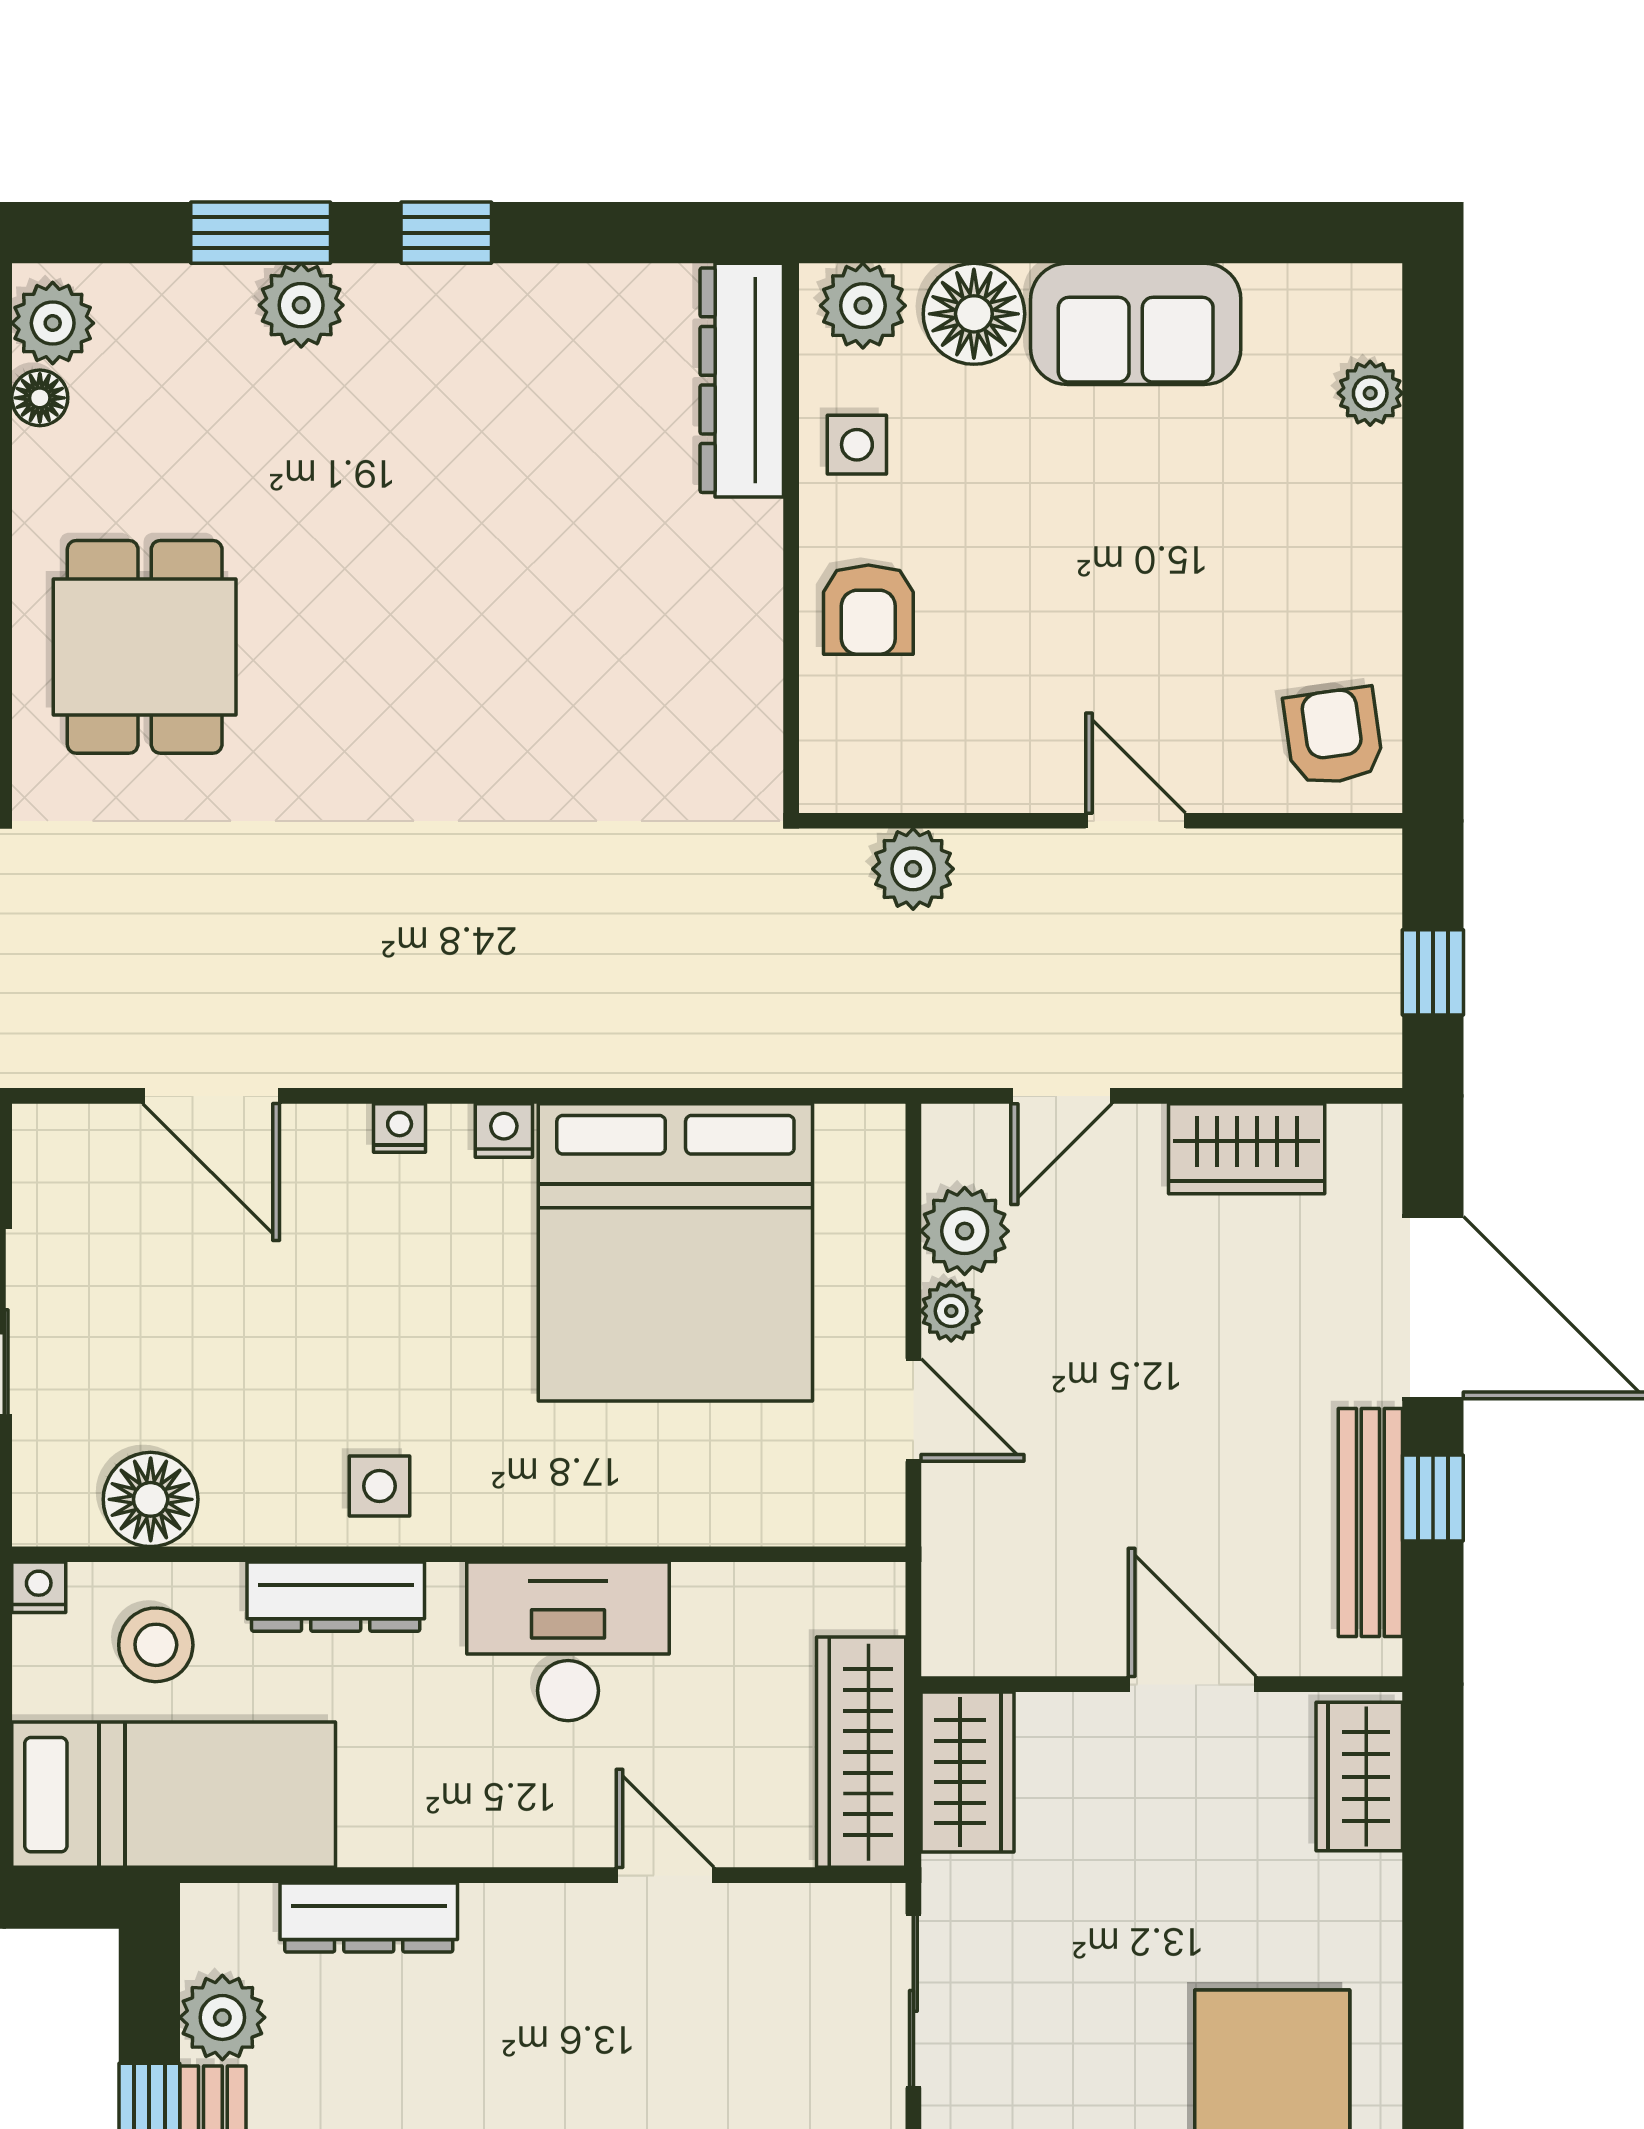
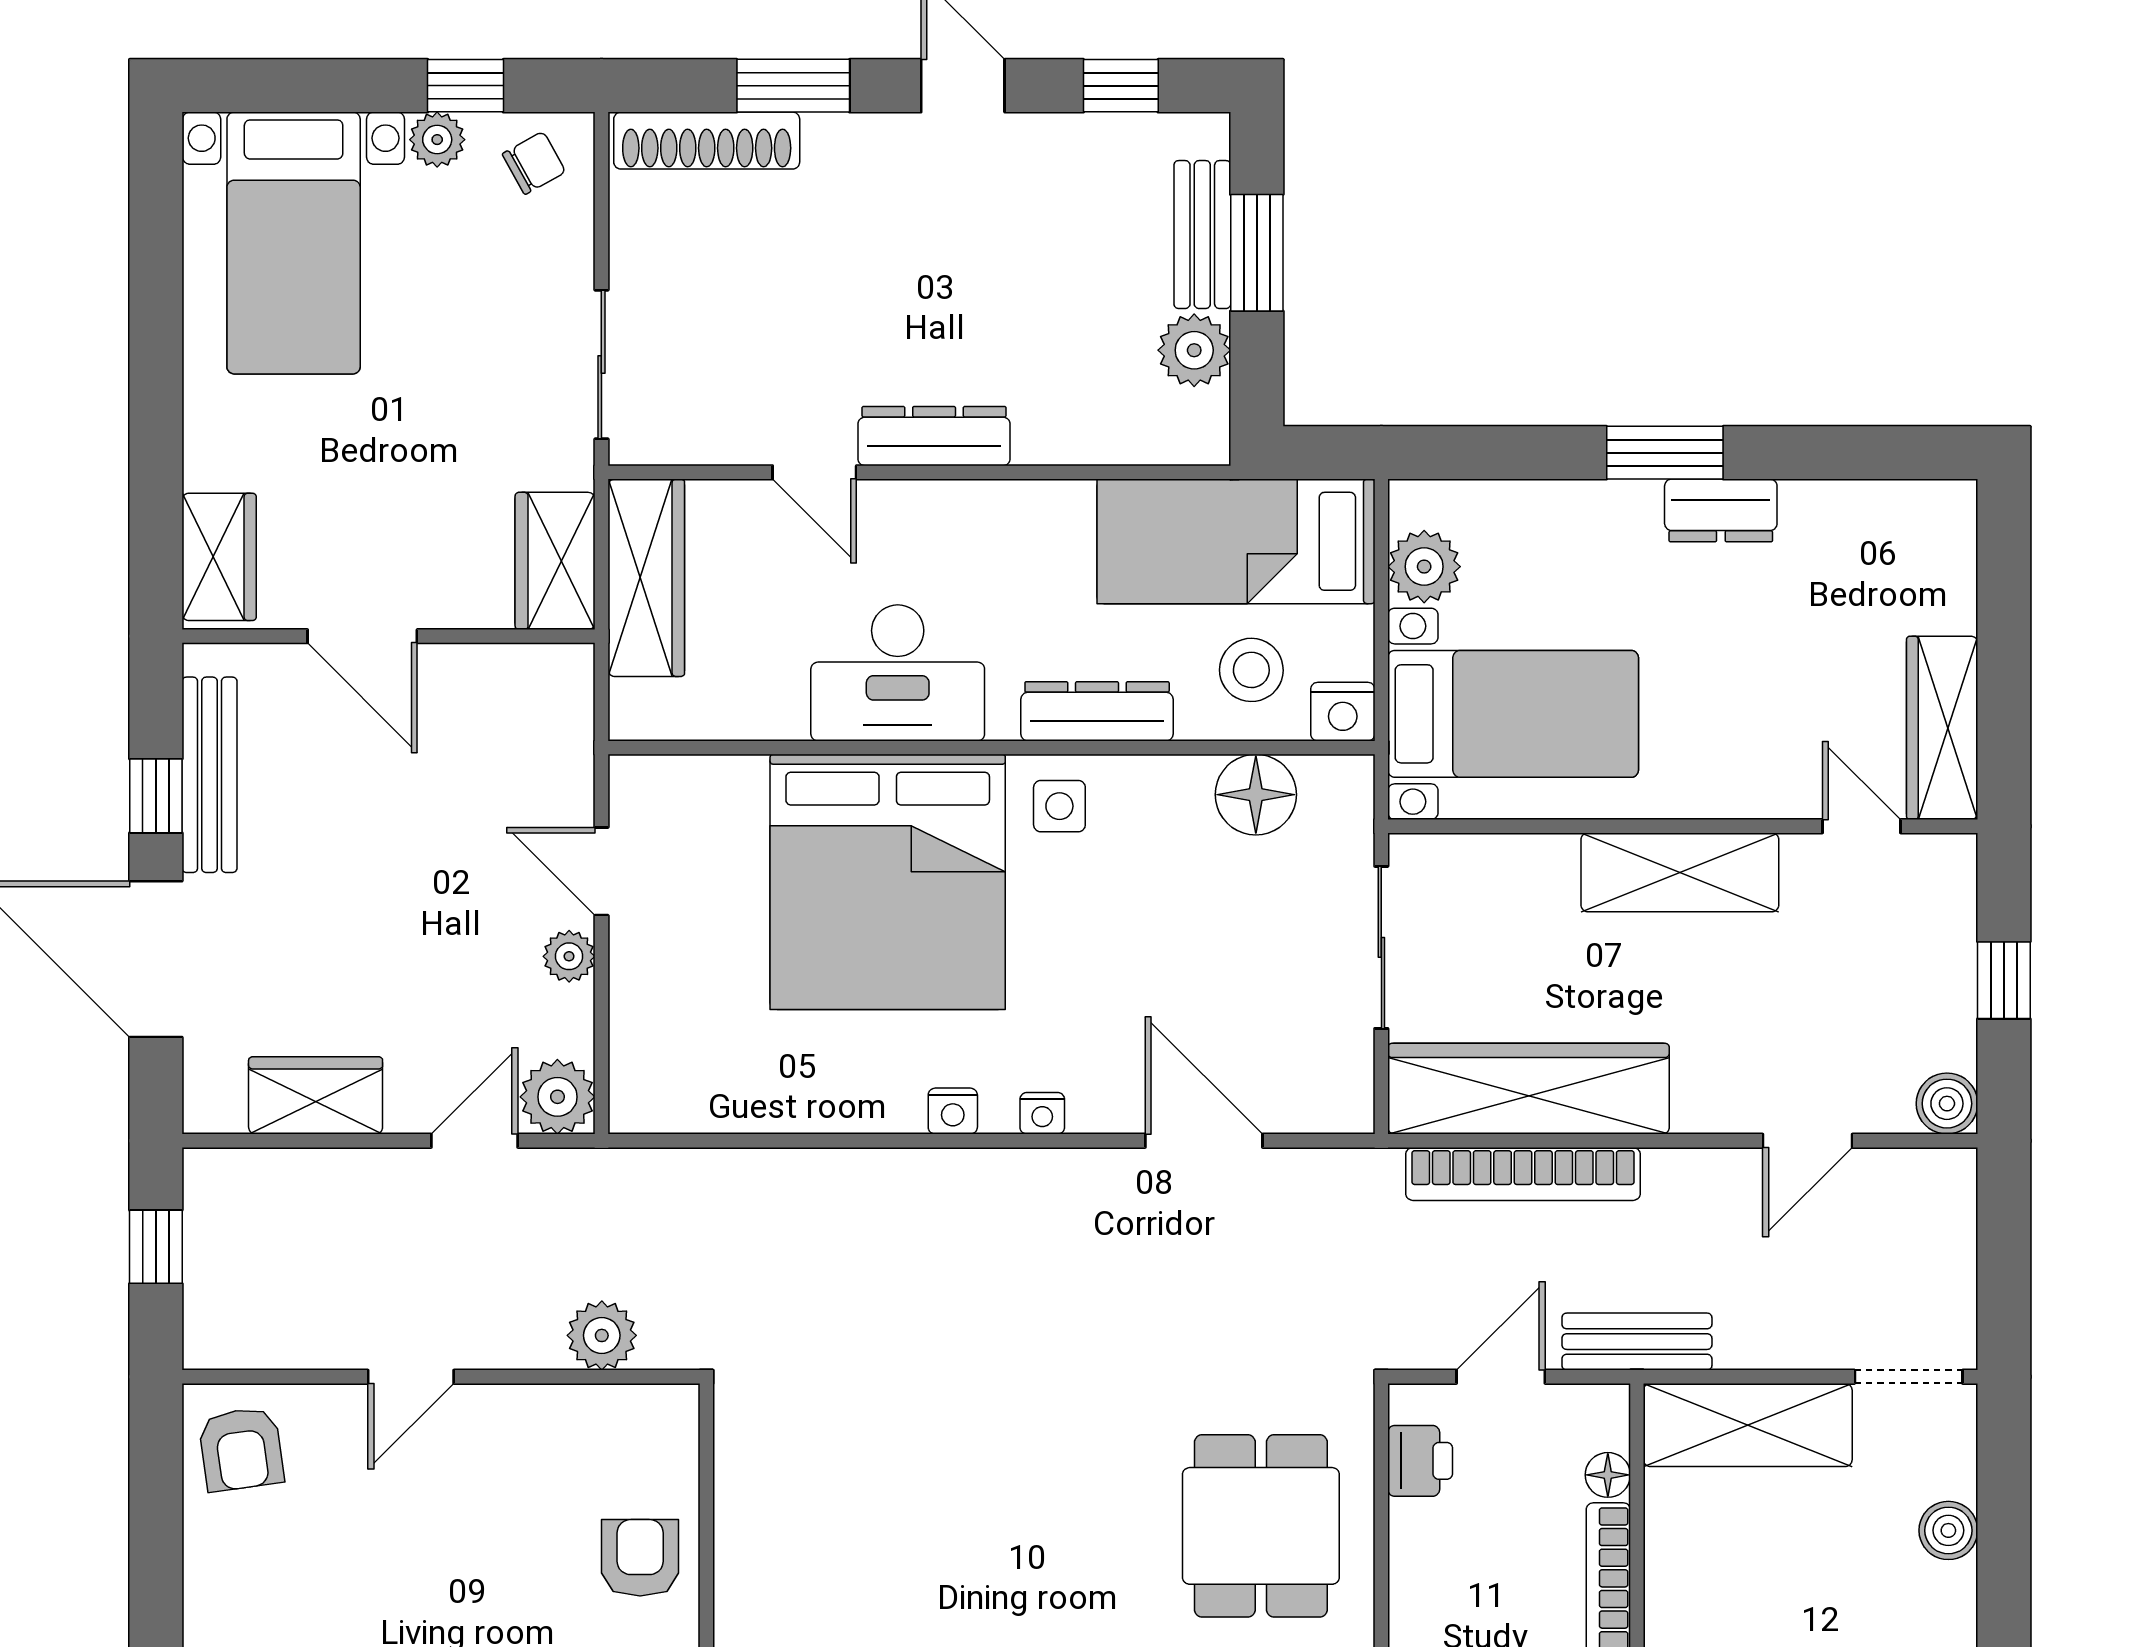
door: (1136, 821) -> (411, 1377), hinge flipped
plant: (965, 1231) -> (557, 1097), moved
bed: (675, 1252) -> (888, 882), moved, turned 180
nightstand: (39, 1587) -> (1343, 712), width x1.39, depth x1.35
dresser: (369, 1917) -> (934, 436), moved

